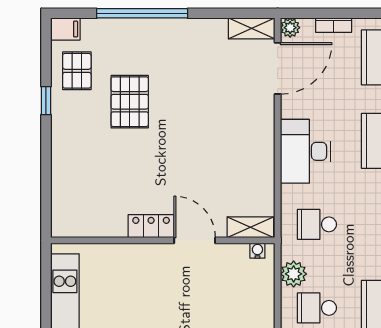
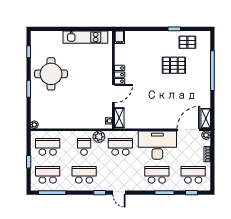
filing cabinet: (65, 29) -> (119, 37), moved
door: (278, 68) -> (188, 130), swing flipped
desk: (305, 151) -> (157, 145), width x1.36, depth x1.30
school desk: (317, 224) -> (120, 147), width x1.85

